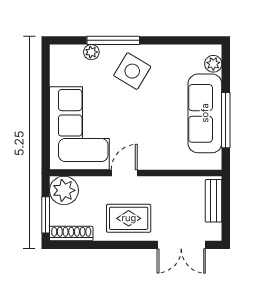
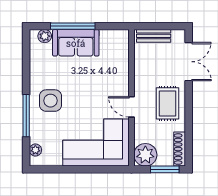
plant: (91, 52) -> (35, 150), moved
side table: (132, 71) -> (50, 101), turned -31
sofa: (205, 113) -> (76, 43), width x0.73
window: (226, 120) -> (73, 26), moved

